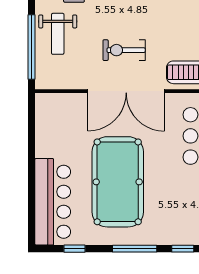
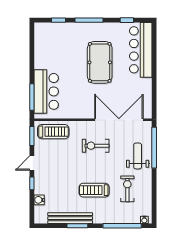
exercise bike: (124, 50) -> (96, 146), turned 180
double door: (126, 91) -> (119, 120), moved
pool table: (118, 182) -> (100, 62), width x0.73, depth x0.76

